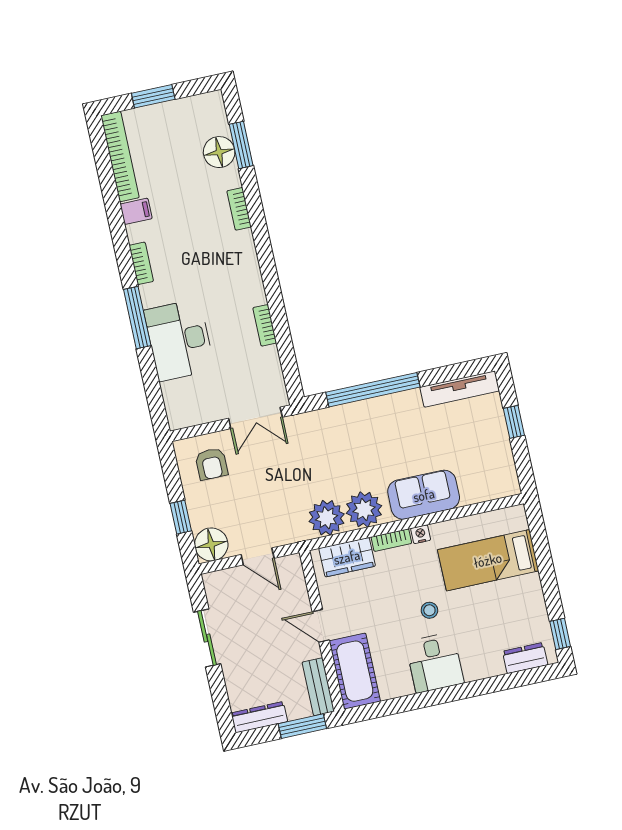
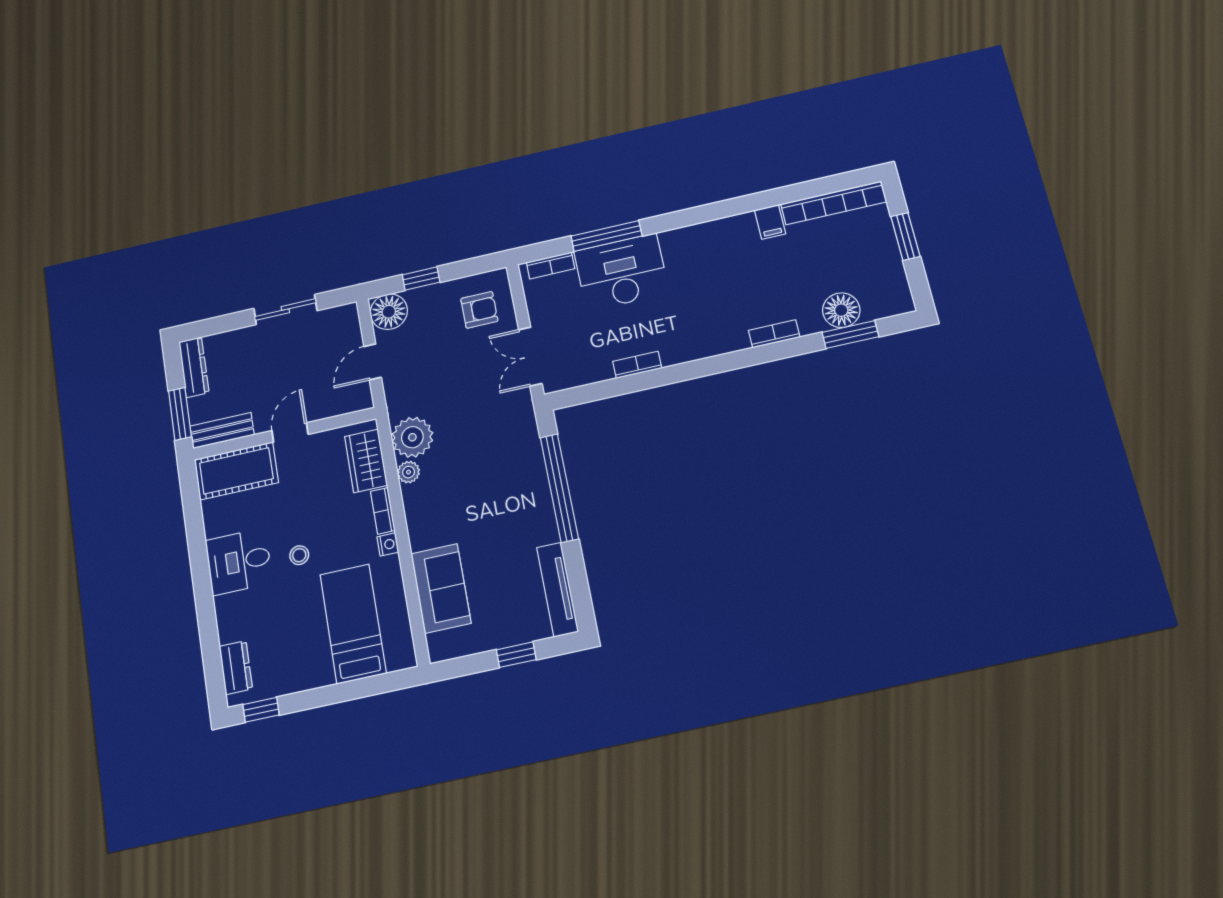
bookcase: (141, 263) -> (551, 266), moved
window: (137, 318) -> (606, 236), moved
armchair: (211, 464) -> (479, 310), turned 180
sofa: (424, 495) -> (441, 588), moved
plant: (364, 509) -> (409, 472), width x0.53, depth x0.53

